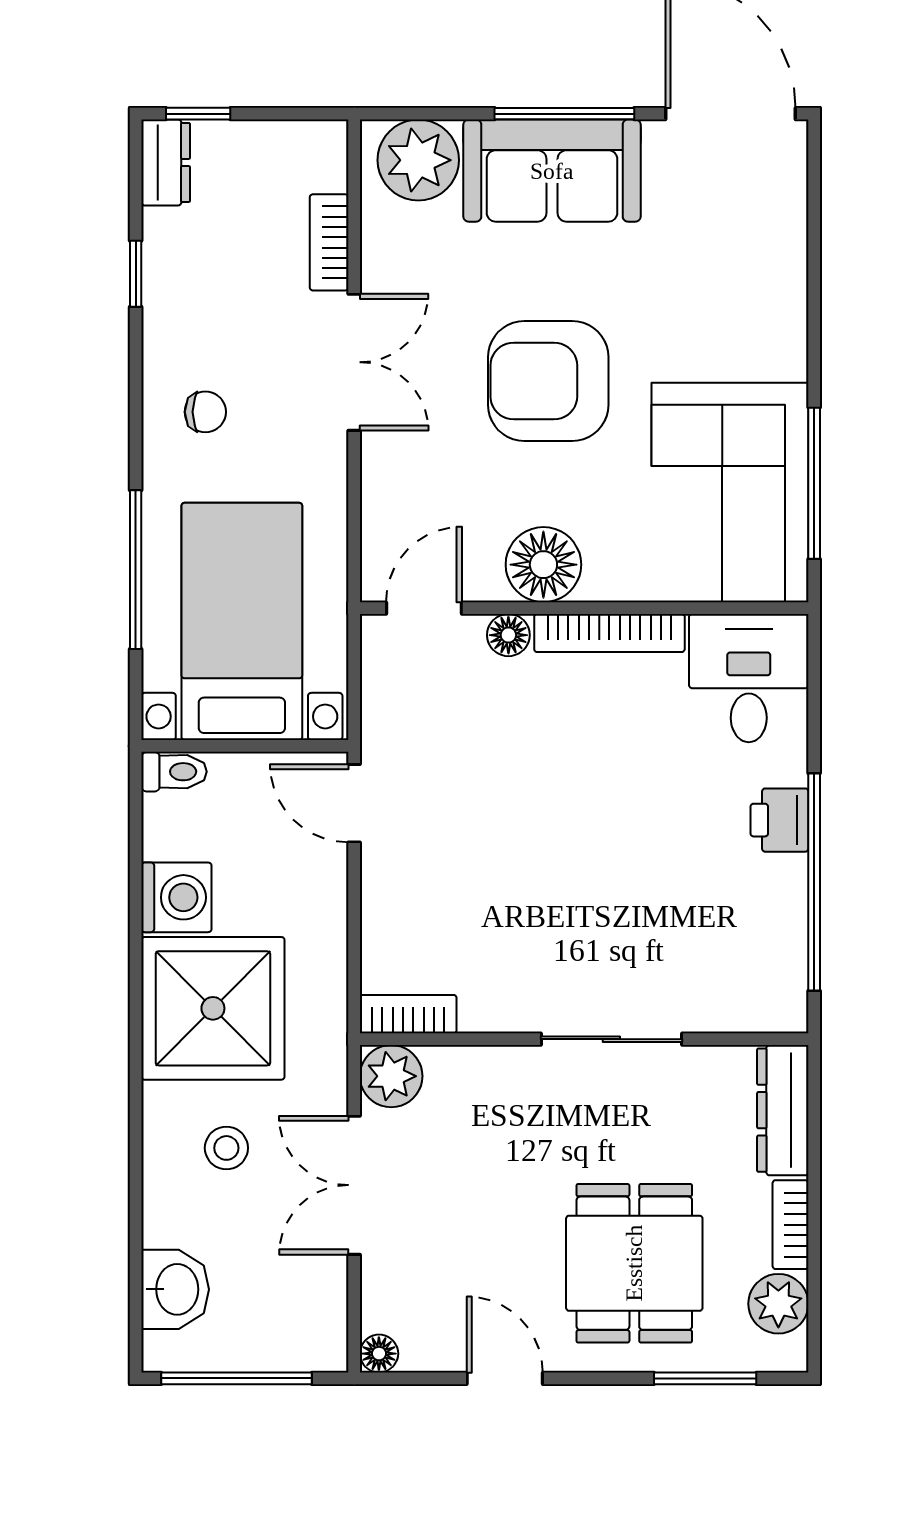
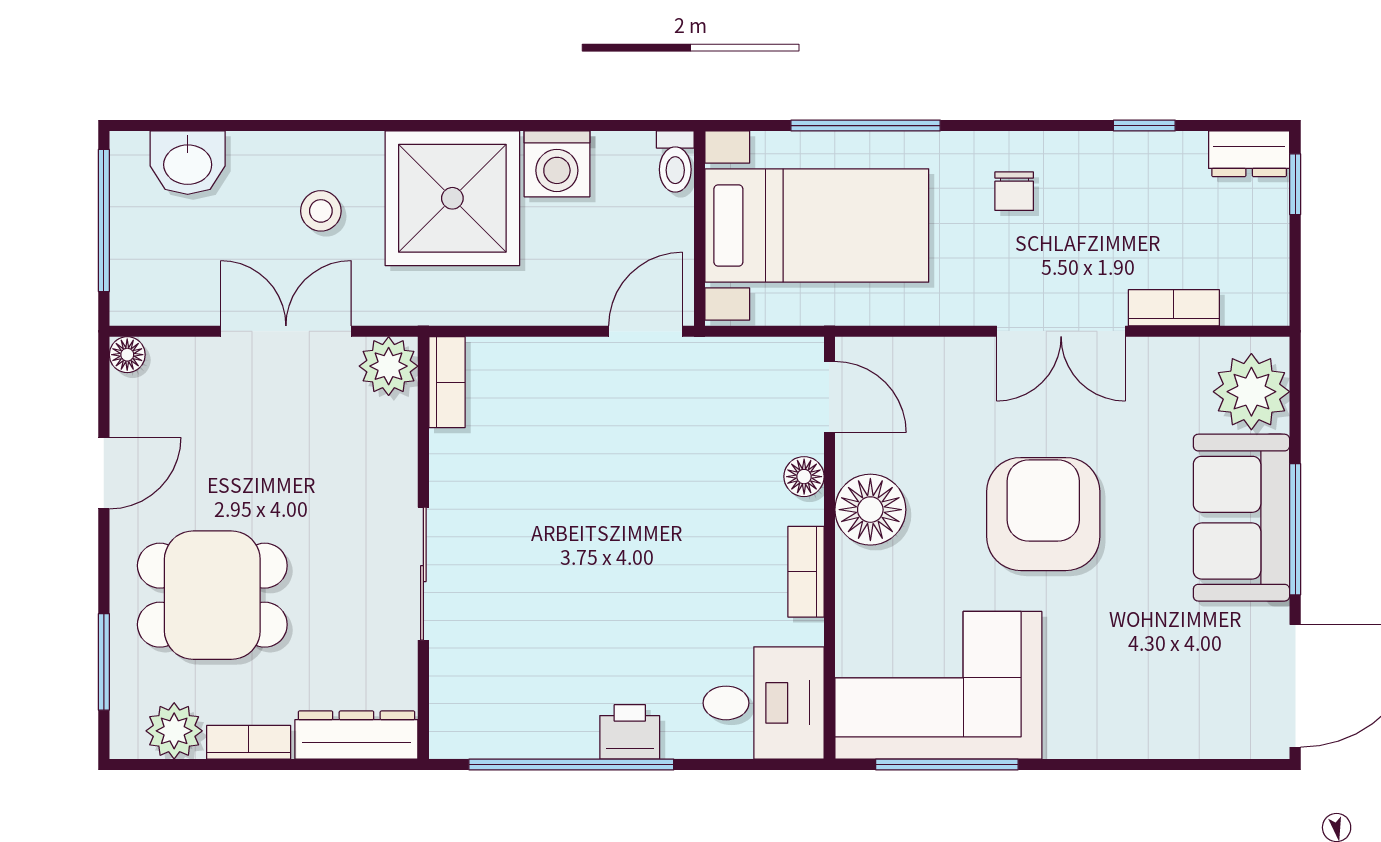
bookcase: (609, 633) -> (806, 572), width x0.64

